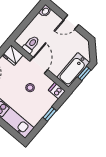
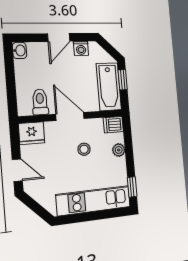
washing machine: (77, 38) -> (81, 48), added
plant: (47, 106) -> (119, 150), added
window: (50, 114) -> (132, 187), moved

